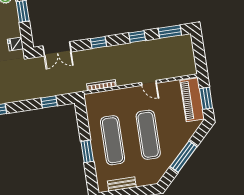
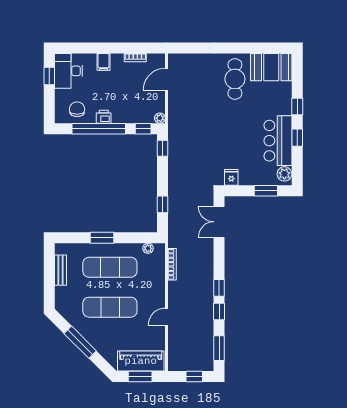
window: (99, 43) -> (219, 288), moved
window: (199, 50) -> (194, 377), added
plant: (90, 109) -> (148, 248), added

